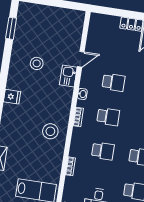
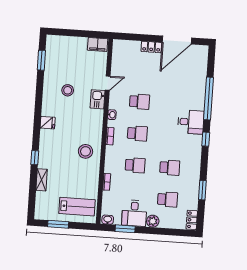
filing cabinet: (73, 16) -> (98, 44), added

